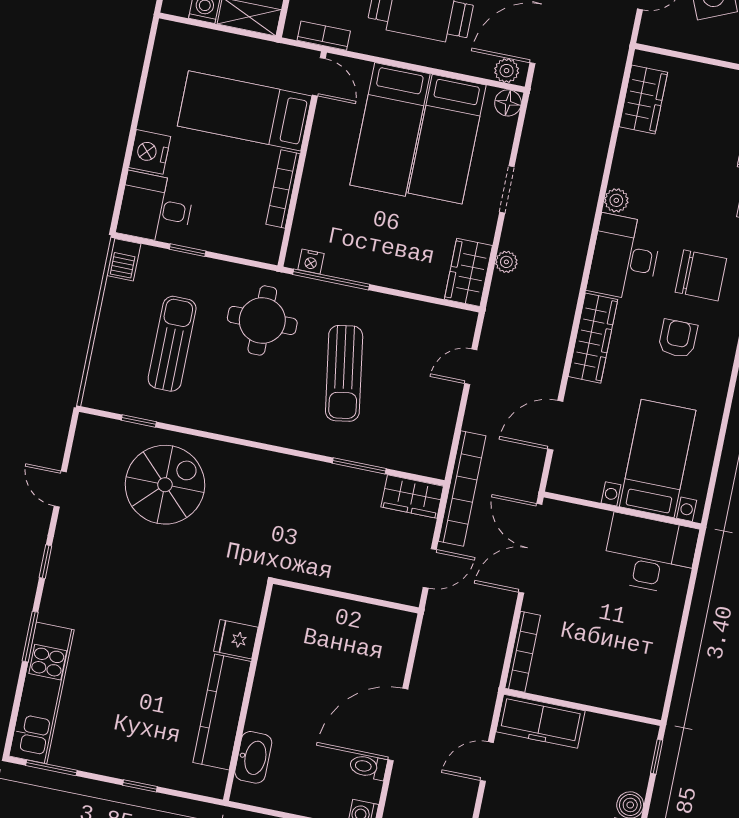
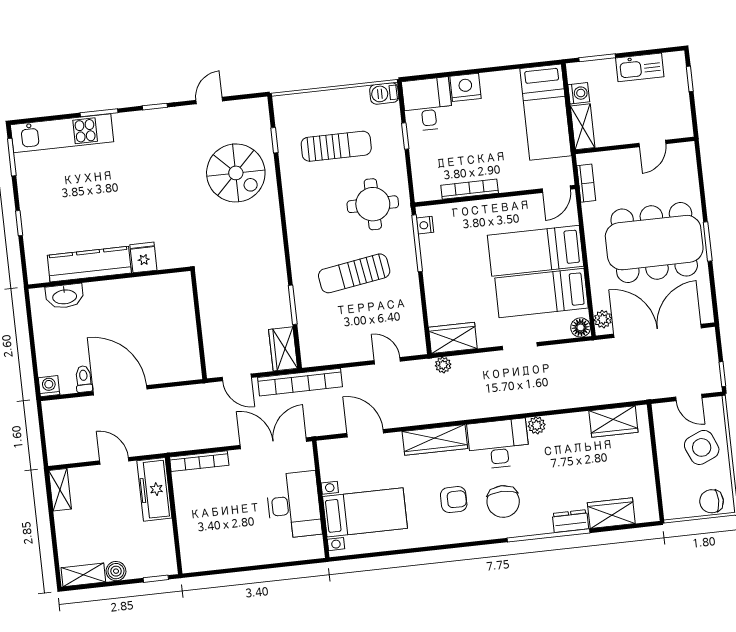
bed: (245, 111) -> (546, 112), moved, turned 180
plant: (506, 262) -> (443, 365), moved
desk: (650, 554) -> (294, 505), moved

